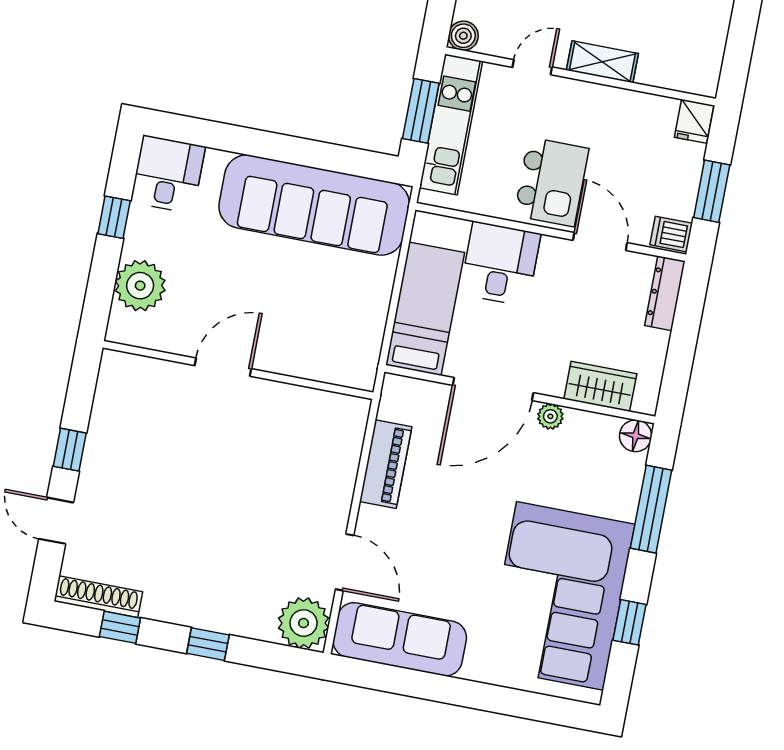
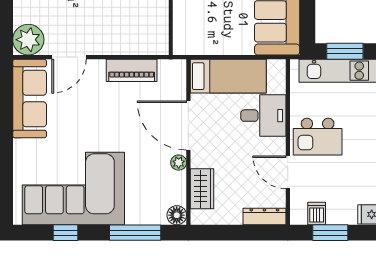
dishwasher: (671, 234) -> (317, 213), moved
door: (600, 241) -> (288, 172), swing flipped

